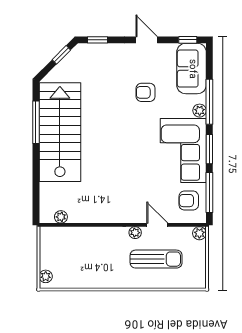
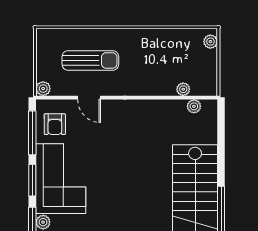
armchair: (189, 201) -> (55, 124), turned 90
plant: (135, 233) -> (183, 89), moved
sun lounger: (156, 259) -> (90, 60), turned 180

